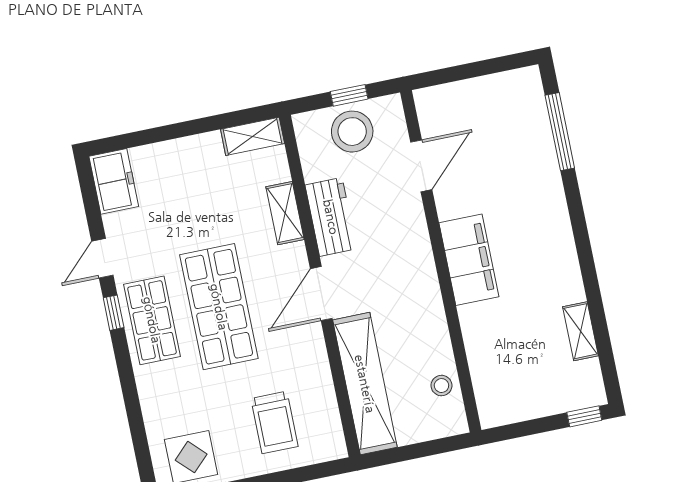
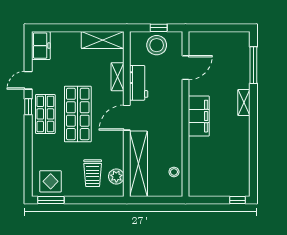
shelving: (253, 136) -> (103, 40), width x1.50, depth x1.33
shelving: (581, 331) -> (244, 103), moved
plant: (325, 419) -> (116, 176), added

